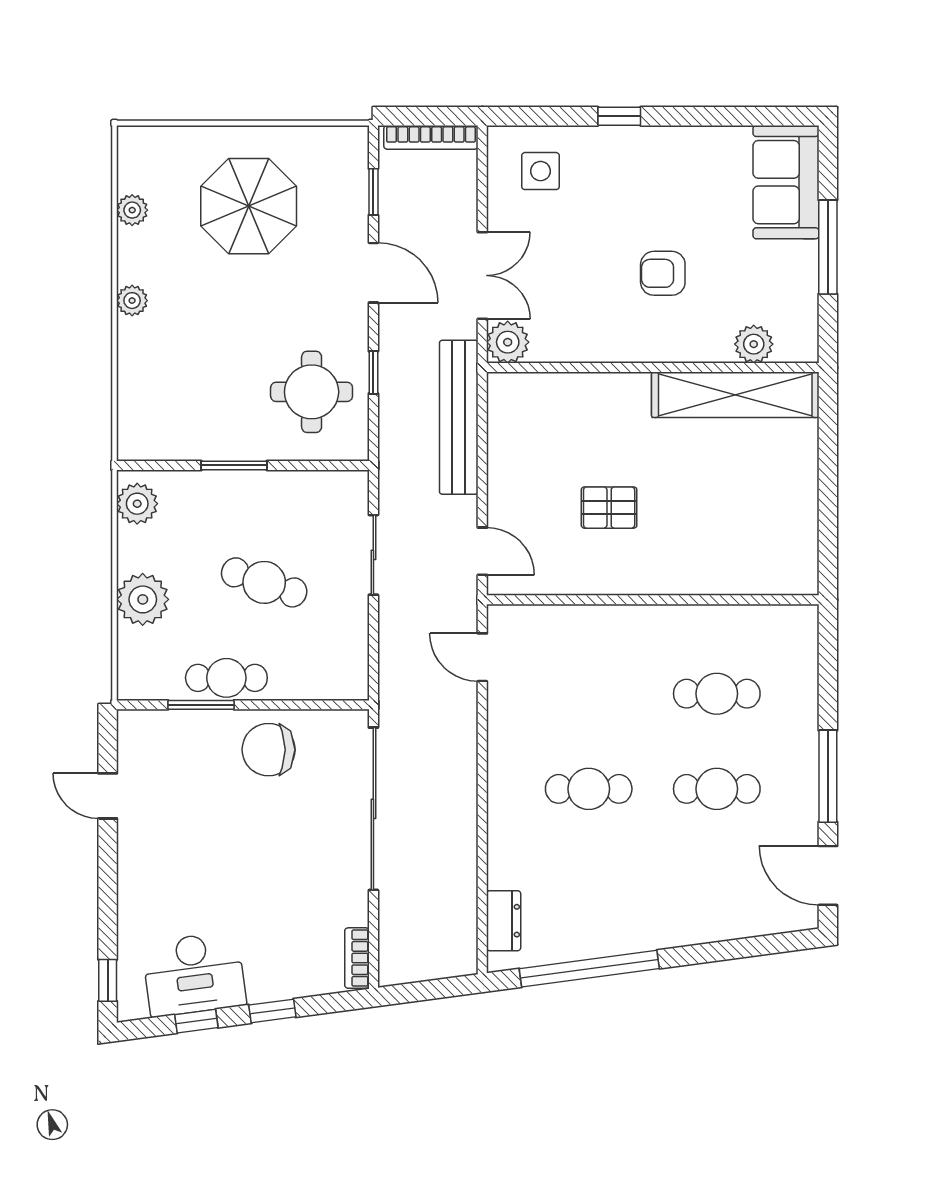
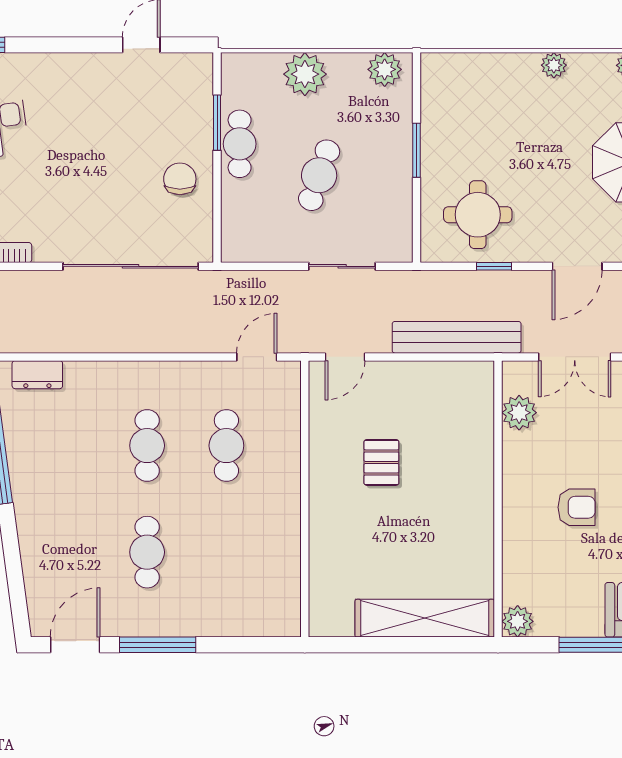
armchair: (663, 273) -> (577, 507), turned 90
plant: (508, 342) -> (519, 413), moved
plant: (754, 344) -> (518, 621), moved
shelving: (735, 395) -> (425, 618), moved, turned 90
cafe table: (717, 694) -> (226, 446), moved
chair: (269, 750) -> (180, 179), width x0.73, depth x0.73

